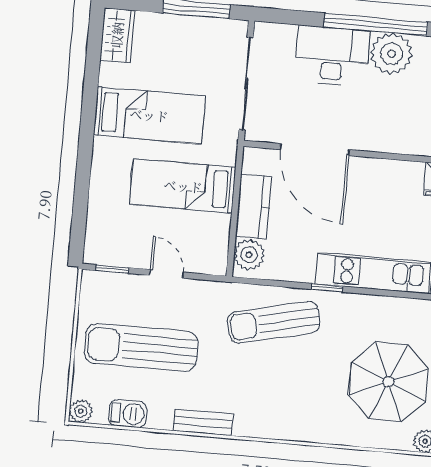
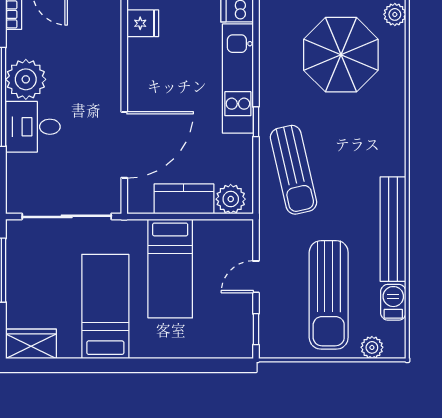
desk: (332, 56) -> (33, 127), width x0.73
plant: (81, 411) -> (372, 347), moved
bench: (203, 422) -> (393, 229), width x1.86, depth x1.21

